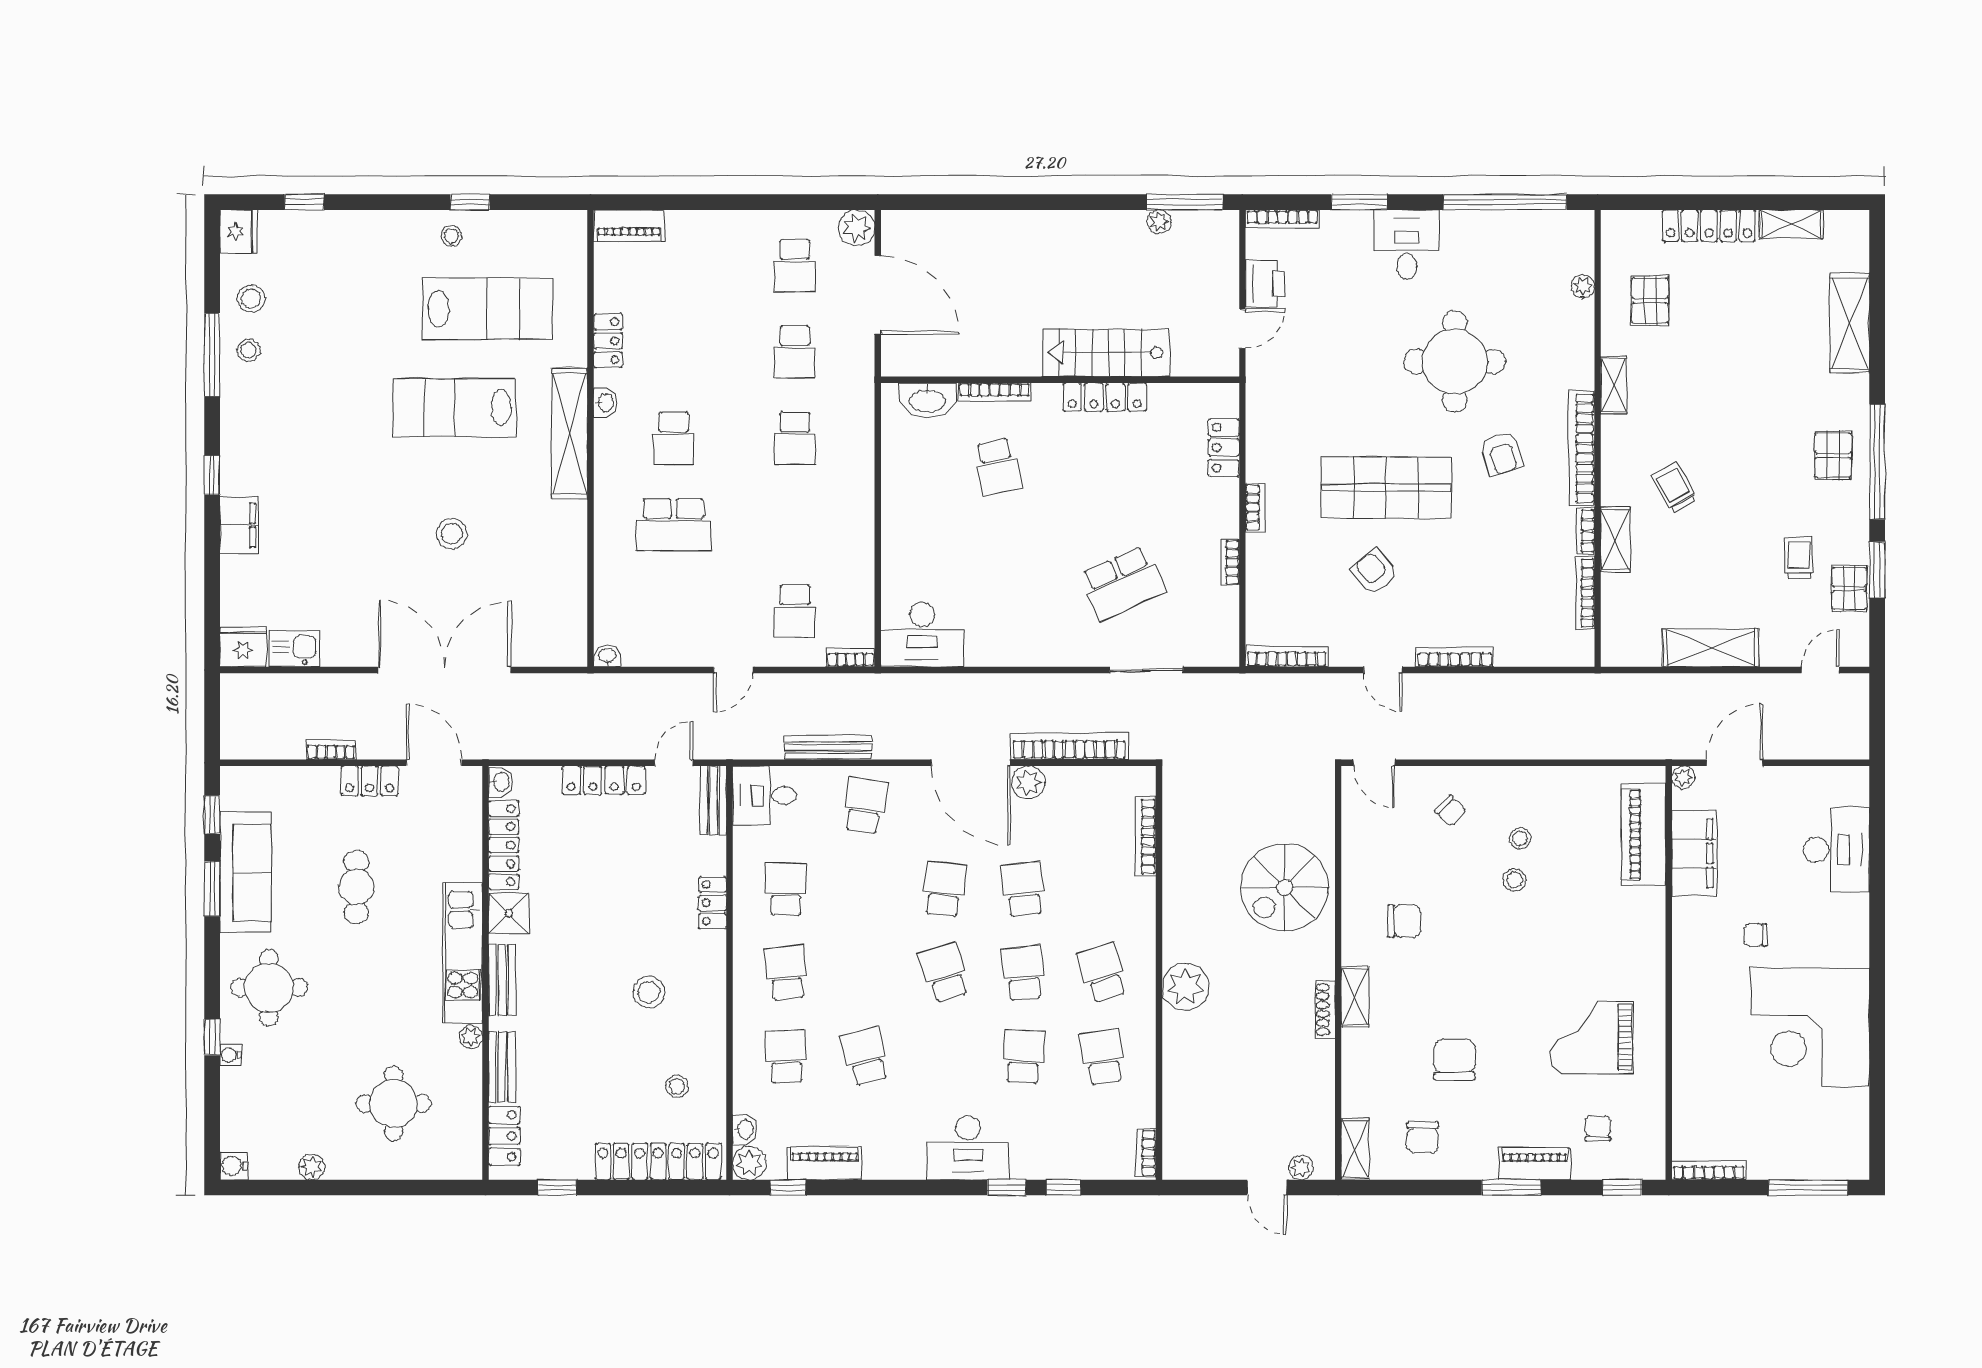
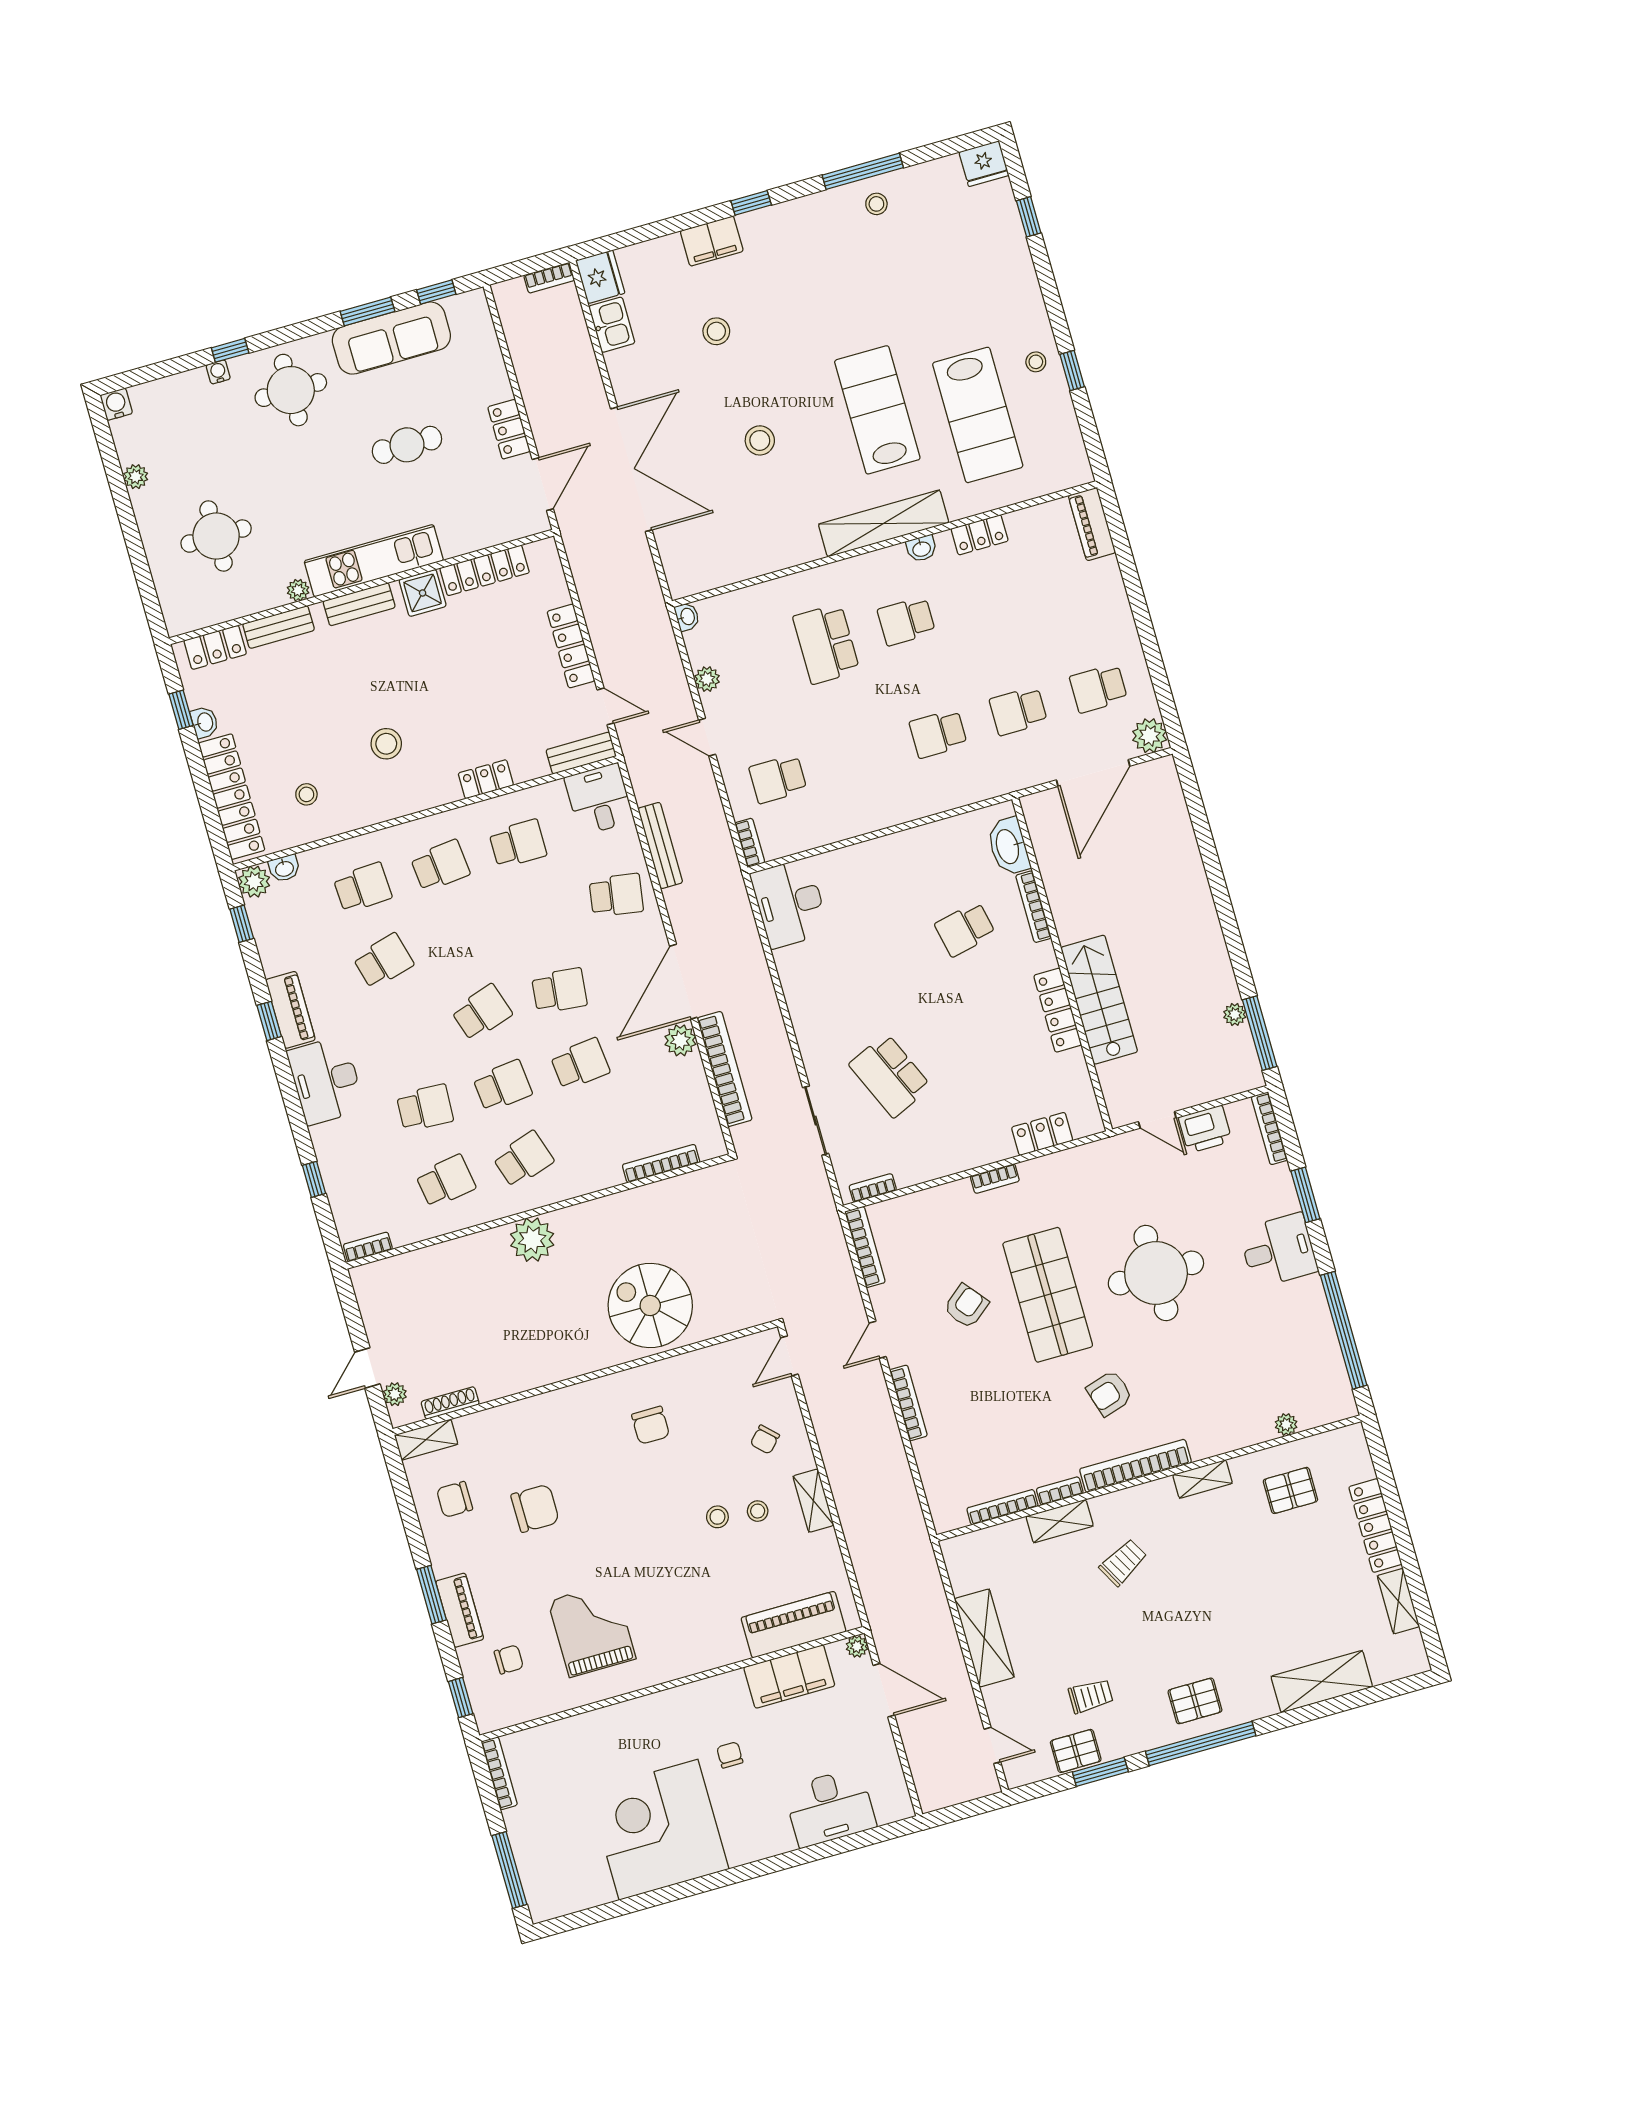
stool: (251, 299) -> (716, 331), moved
round table: (1455, 361) -> (1156, 1273), moved
bookcase: (1230, 562) -> (873, 1188), moved
plant: (675, 654) -> (707, 679), added
bookcase: (331, 750) -> (549, 278), moved, turned 90
washbasin: (501, 782) -> (205, 722), moved, turned -90
shelving: (1355, 997) -> (813, 1501), moved, turned 90
shoe rack: (1325, 1009) -> (450, 1403), moved
piano: (825, 1163) -> (290, 1010), moved
window: (1007, 1187) -> (269, 1021), moved

